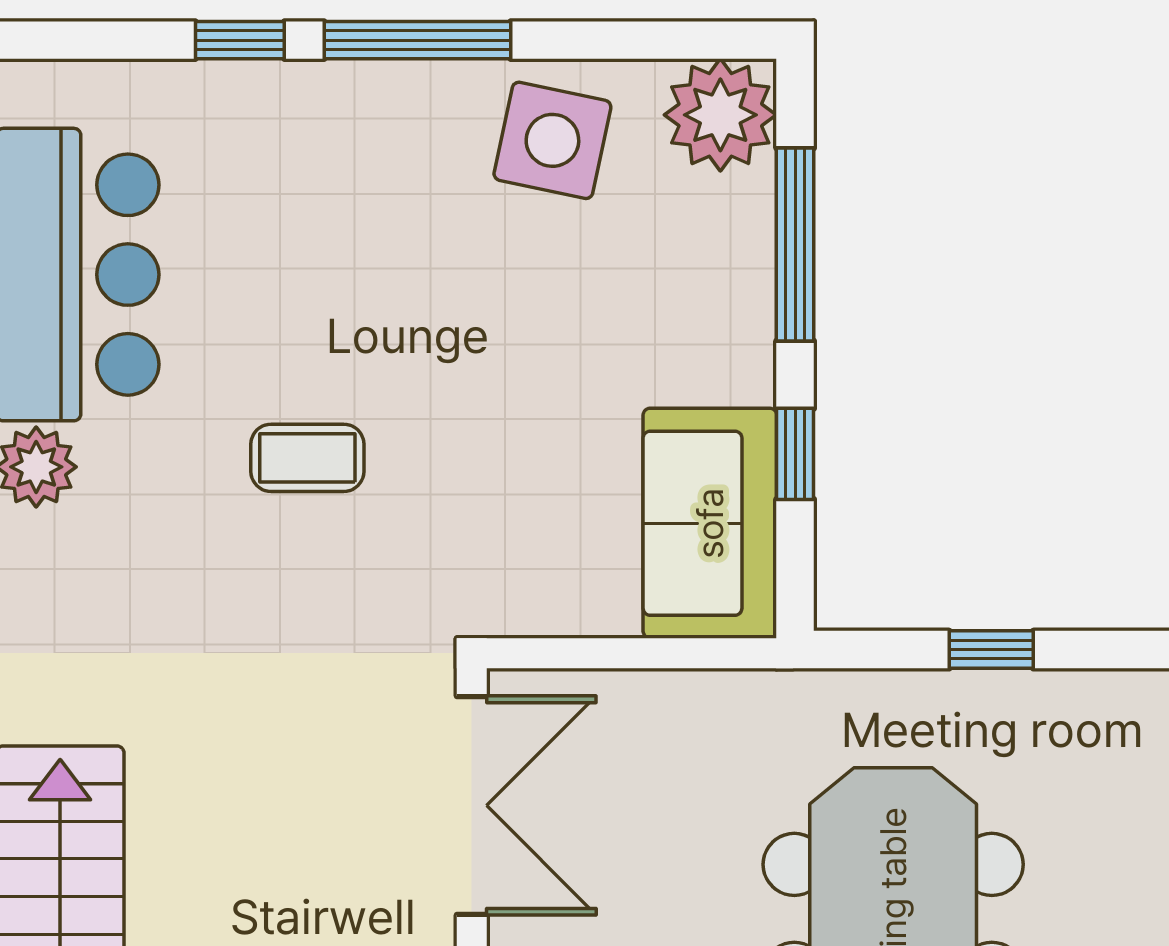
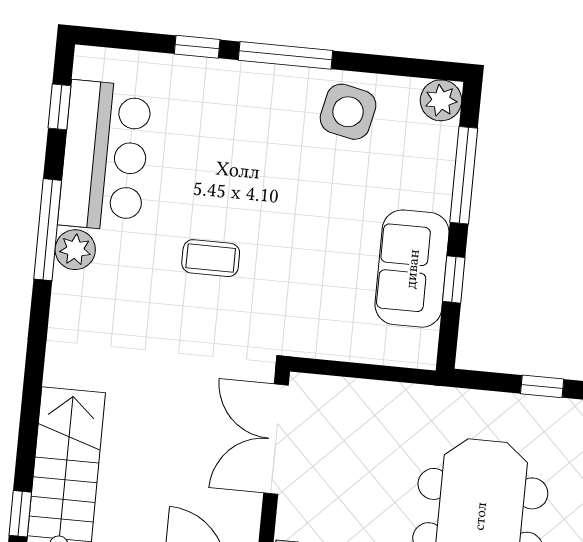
plant: (720, 115) -> (441, 100), width x0.73, depth x0.73
sofa: (710, 523) -> (412, 269), moved
double door: (472, 805) -> (276, 439), swing flipped

